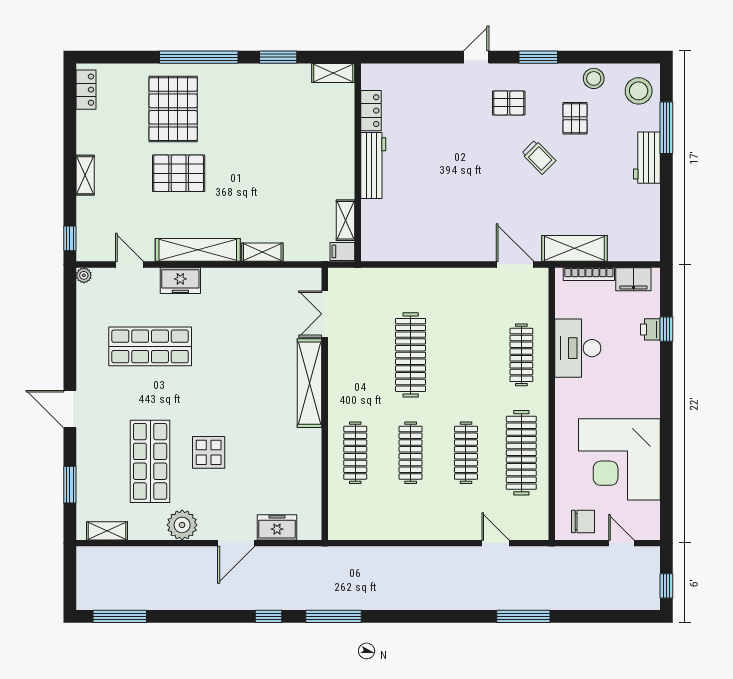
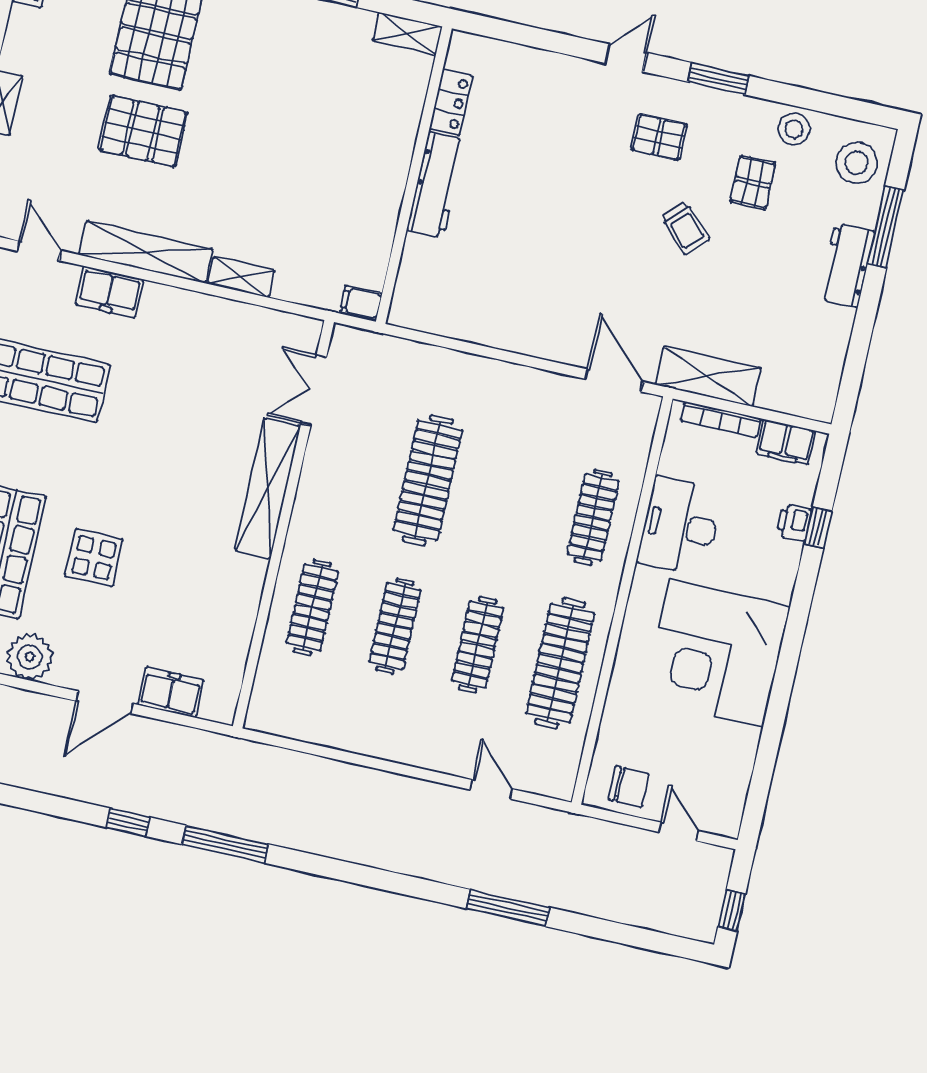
shelving: (346, 220) -> (376, 257), removed
corner desk: (619, 459) -> (716, 653), moved

